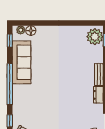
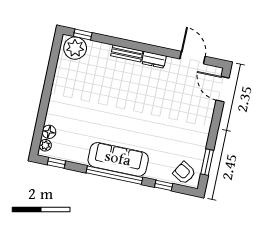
sofa: (22, 62) -> (118, 159), moved

